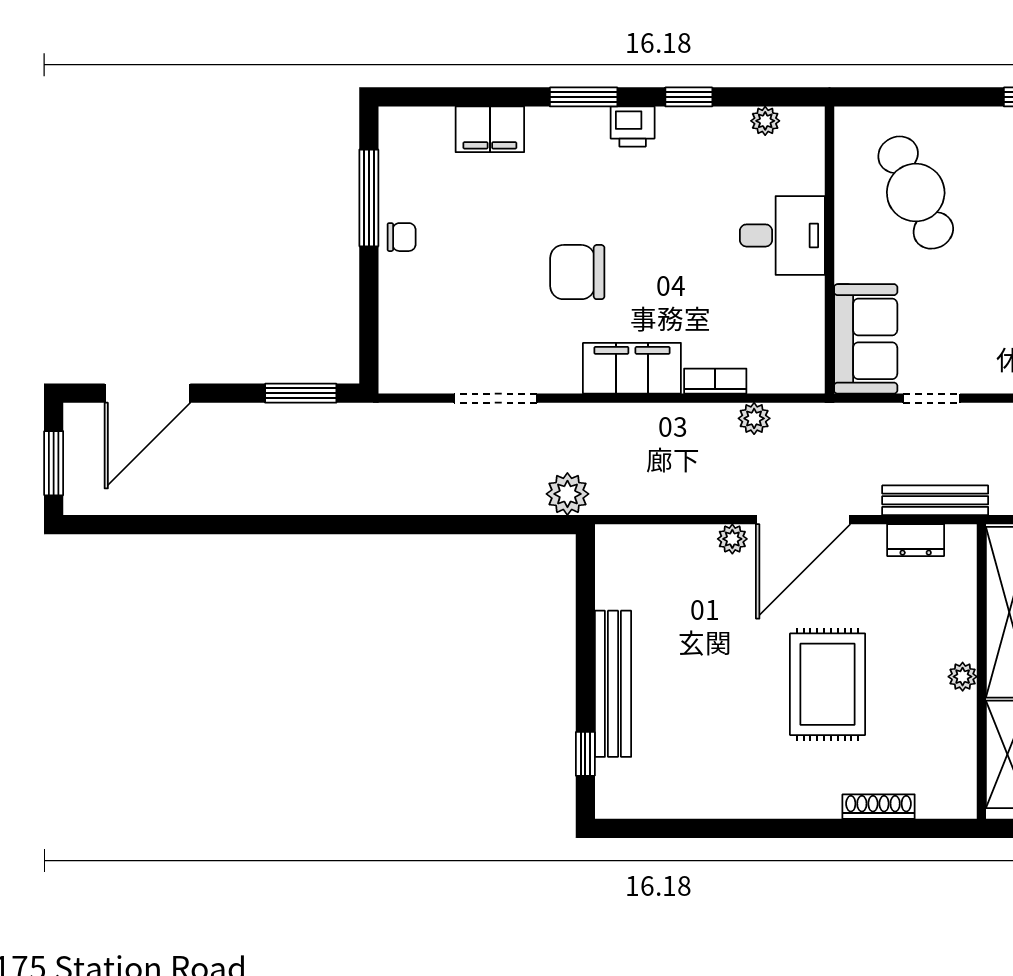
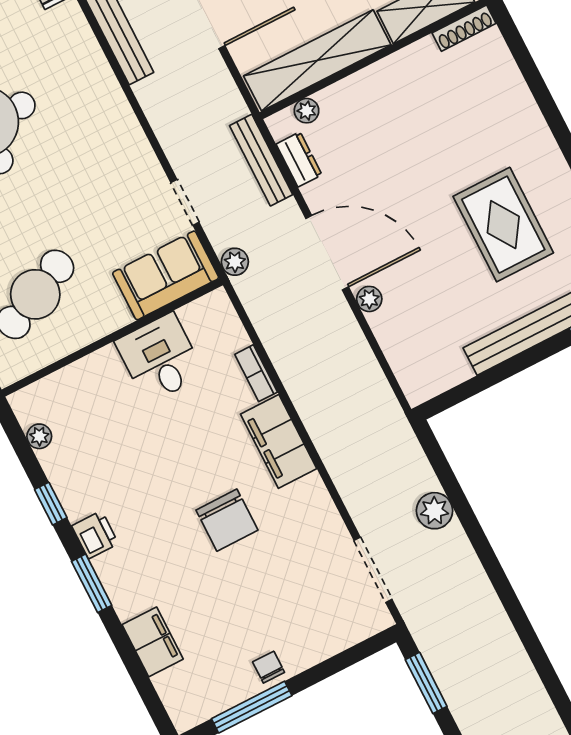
desk: (782, 235) -> (160, 358), moved
doorway: (496, 398) -> (373, 570), moved
plant: (754, 418) -> (235, 262), moved
plant: (567, 494) -> (434, 511), moved
plant: (963, 677) -> (307, 111), moved
rug: (828, 684) -> (503, 225), moved, turned 90
shoe rack: (879, 807) -> (464, 28), moved, turned -90

